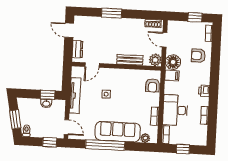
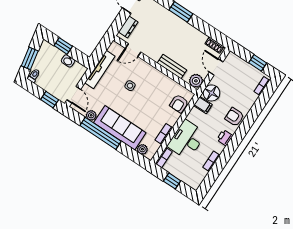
armchair: (198, 56) -> (235, 117), moved
window: (48, 95) -> (63, 46), moved
plant: (90, 135) -> (91, 115), added

